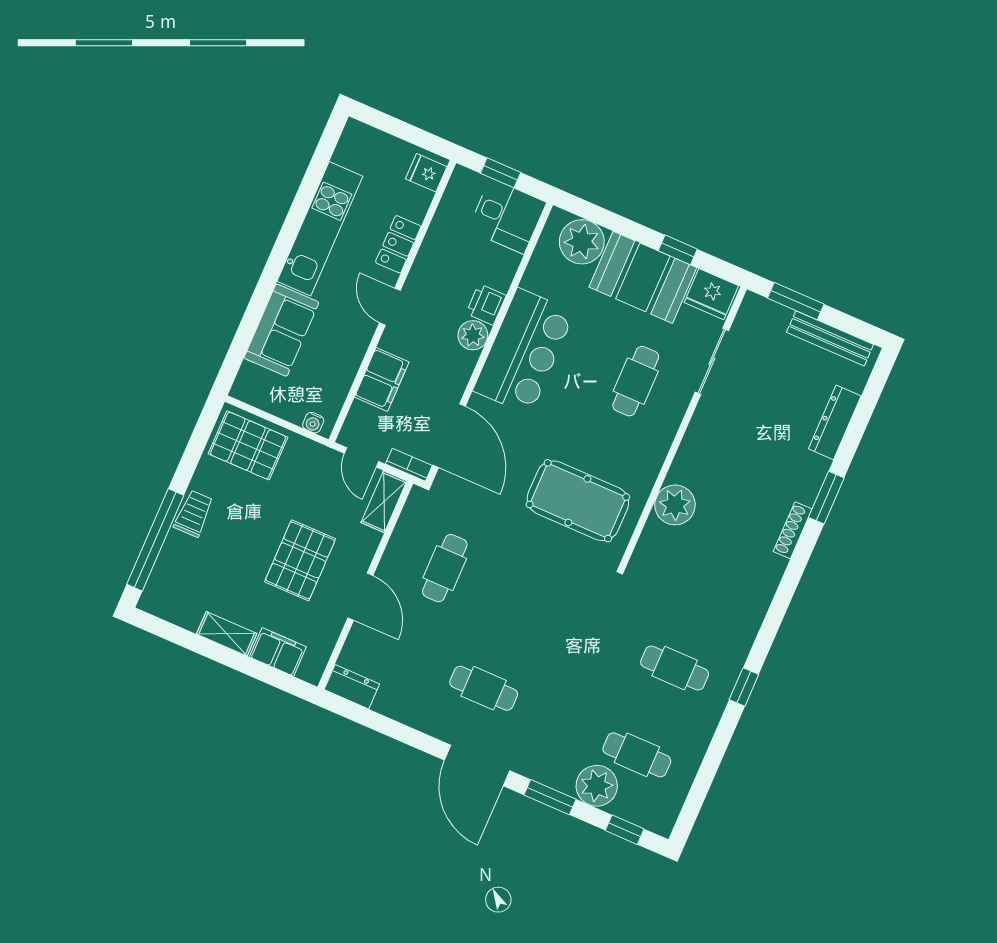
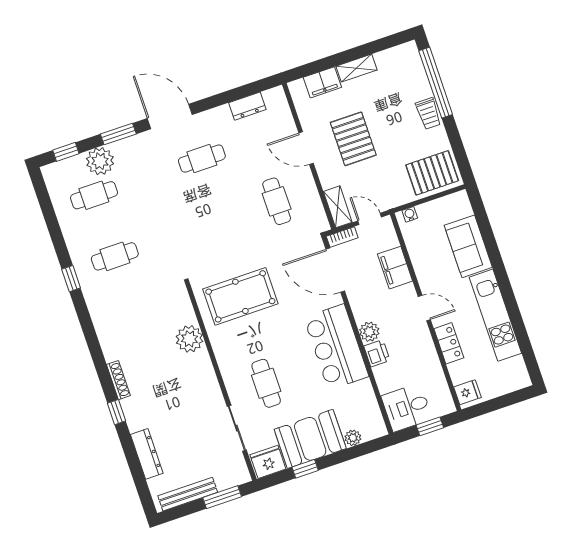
plant: (582, 242) -> (353, 438), width x0.53, depth x0.53
window: (826, 498) -> (116, 412), width x0.67
dresser: (352, 687) -> (247, 106), moved

